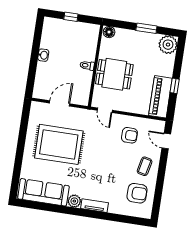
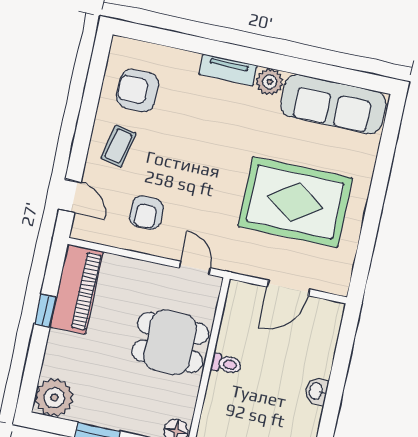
armchair: (129, 135) -> (146, 213), turned -90

